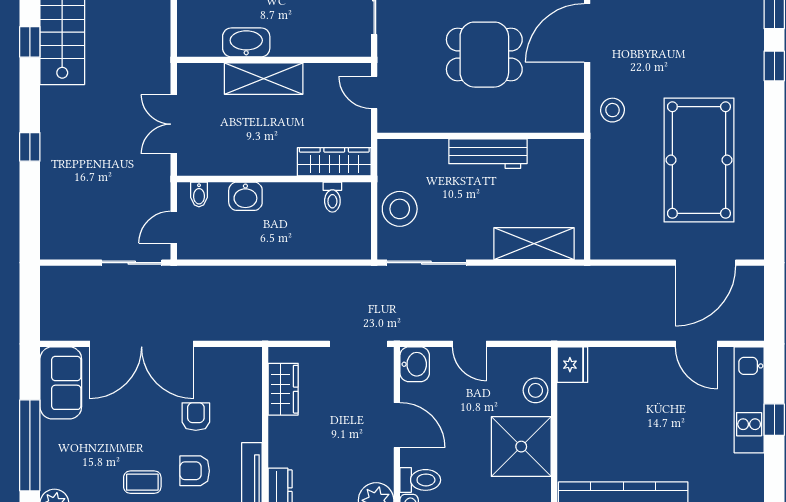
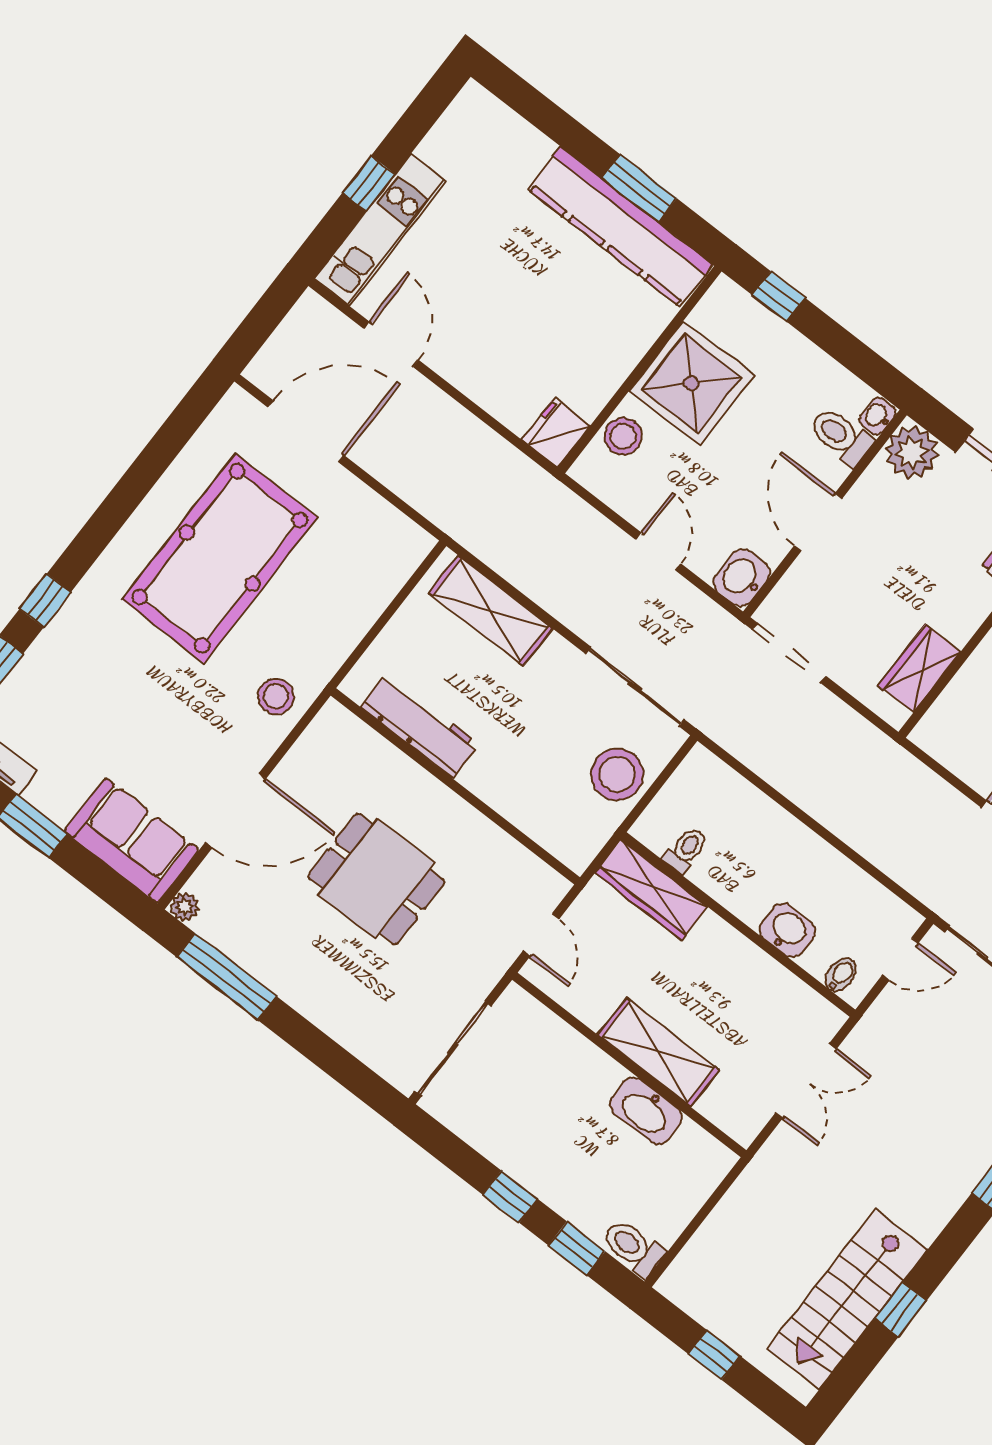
workbench: (488, 154) -> (420, 726), moved

